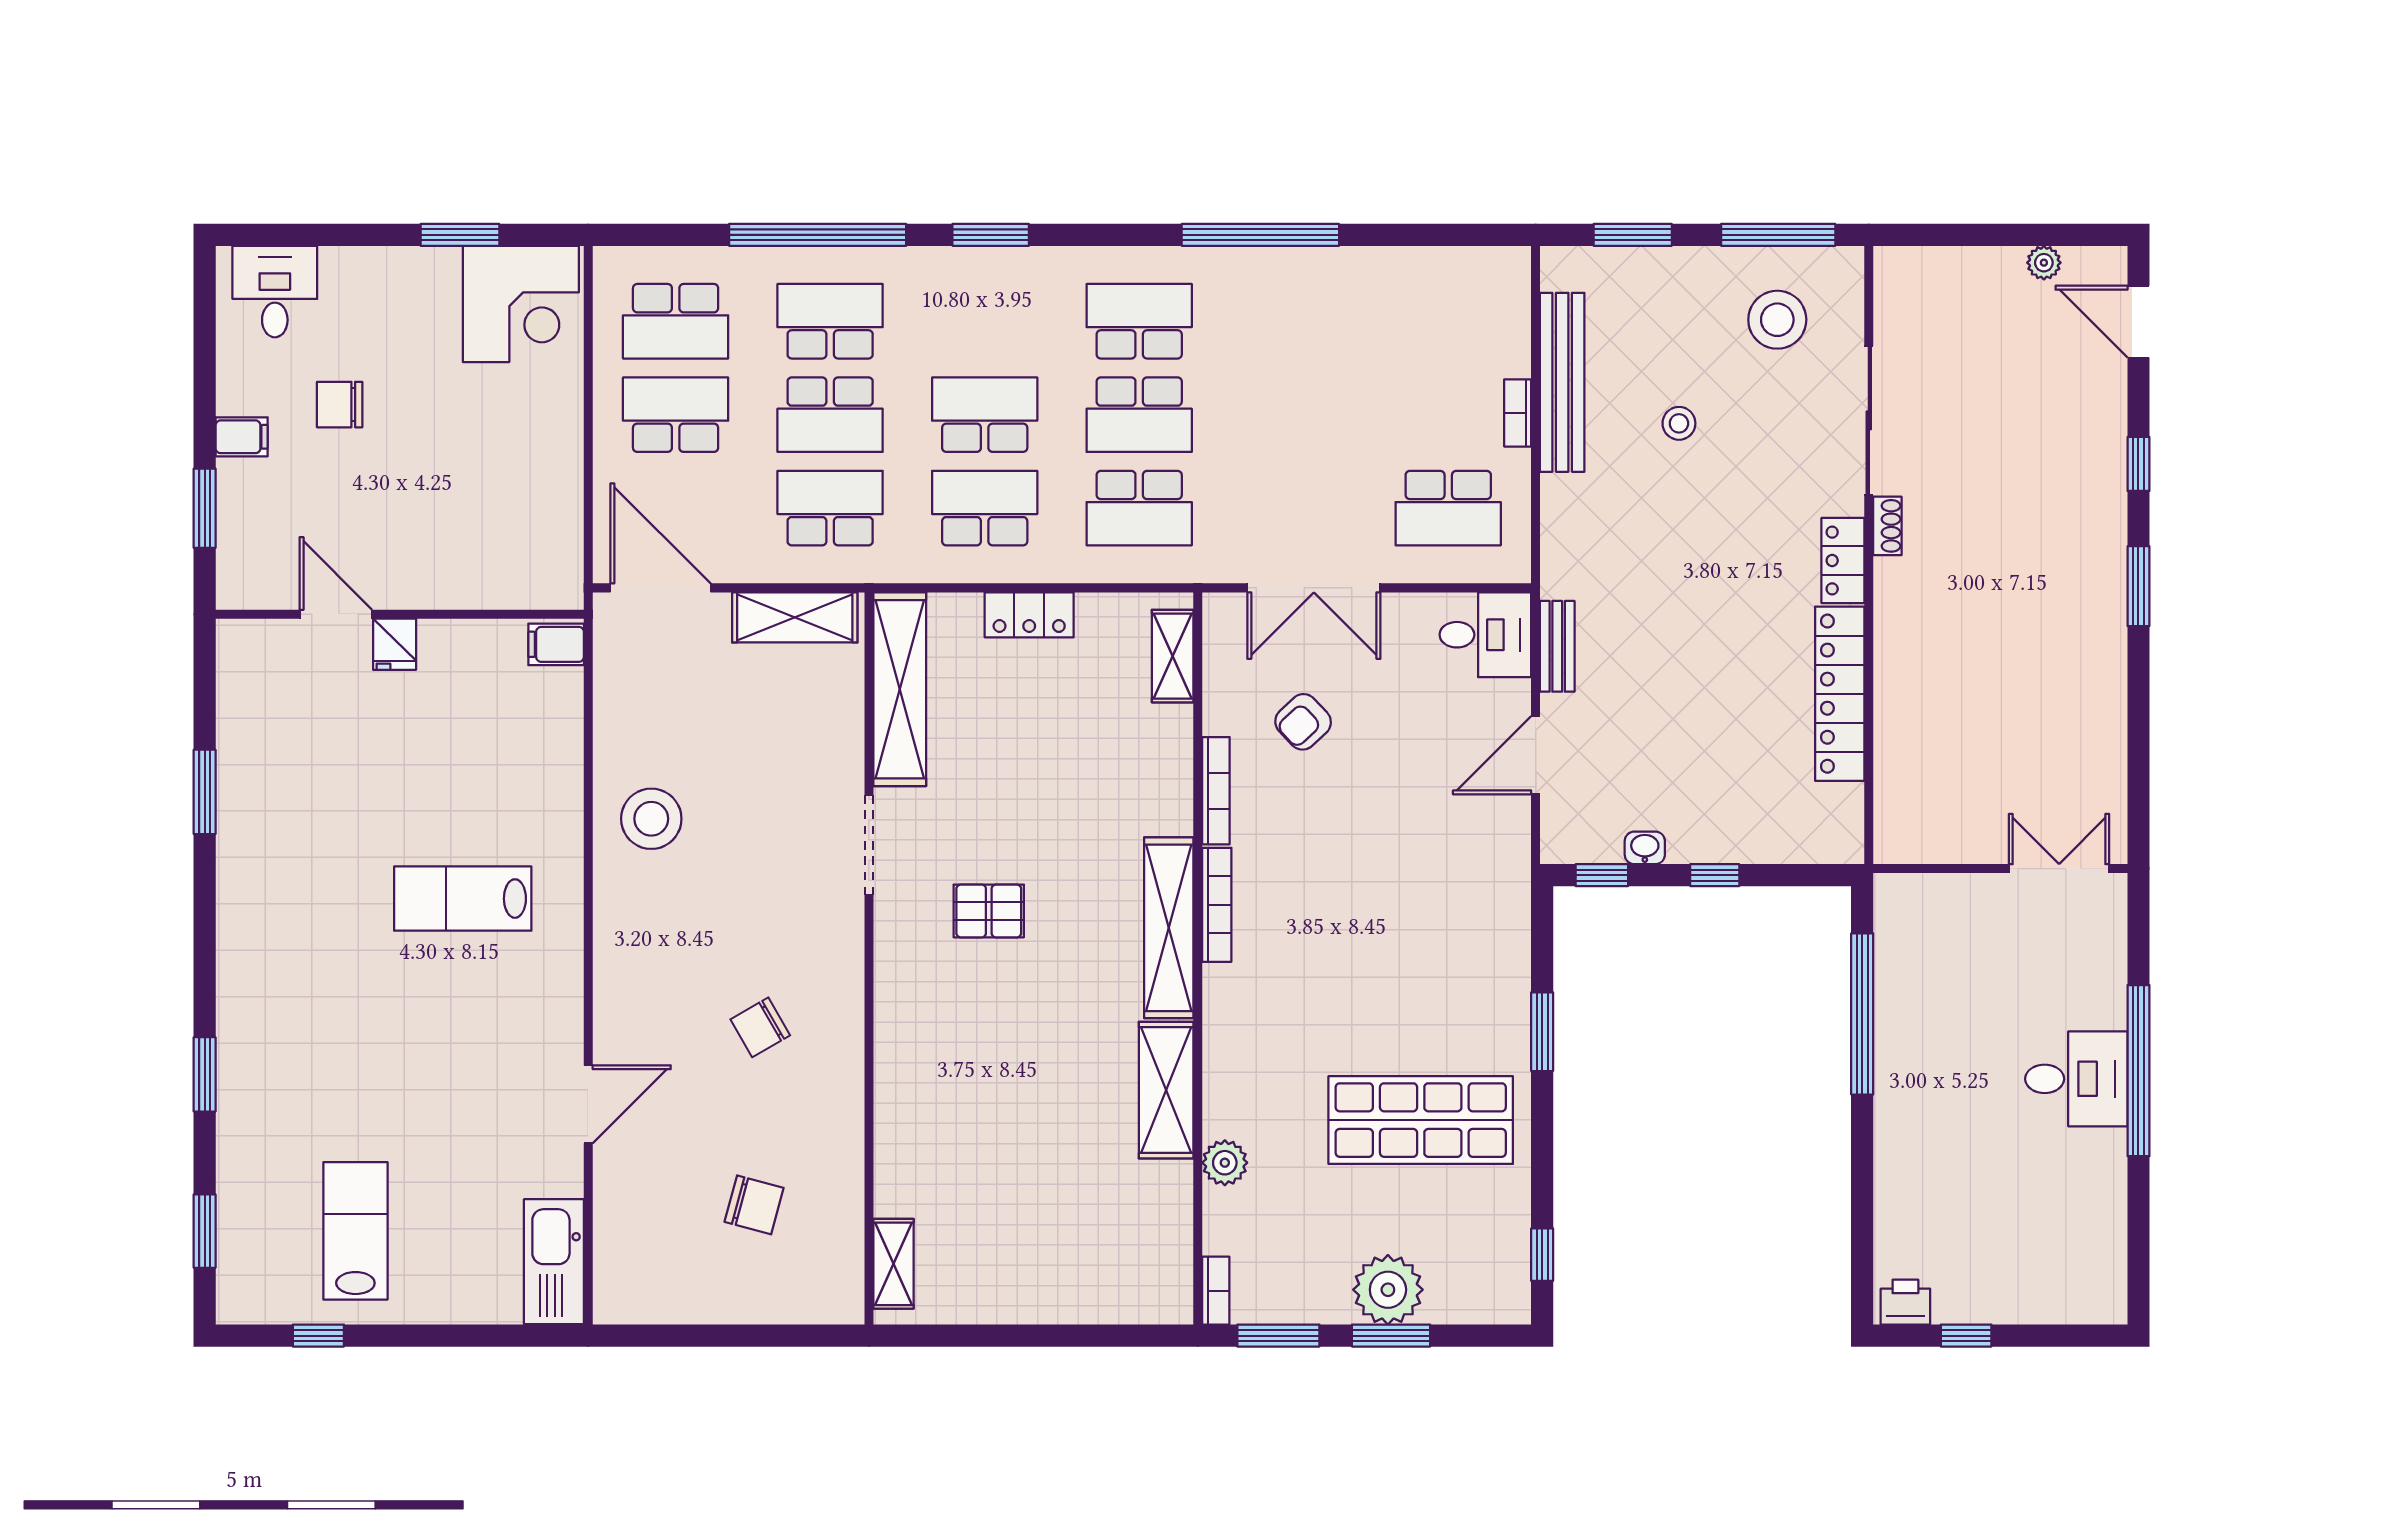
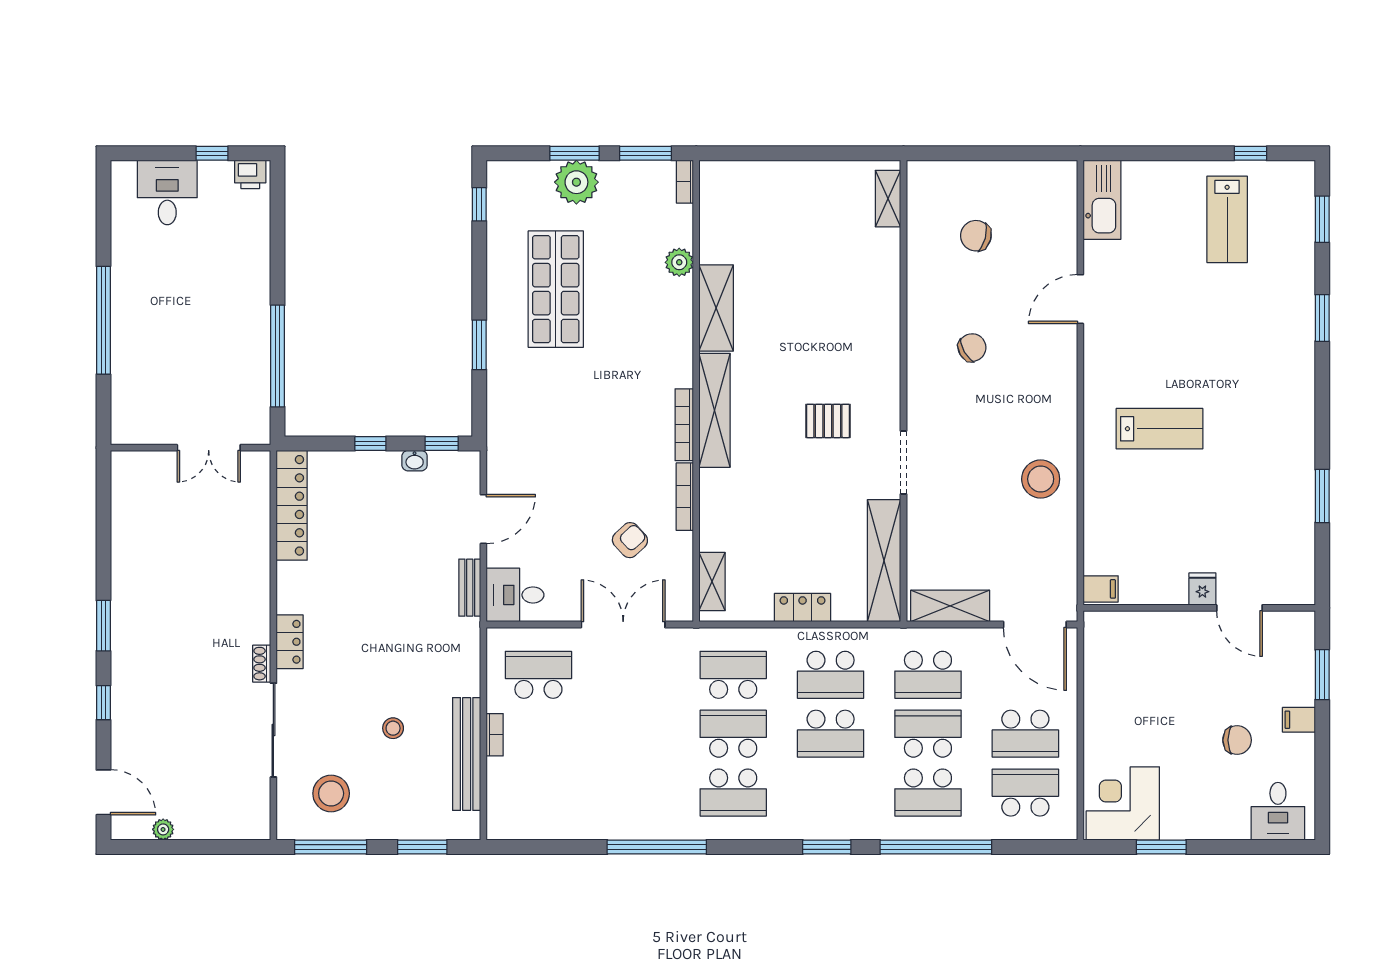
locker: (1840, 694) -> (292, 505), moved
double door: (2059, 869) -> (209, 448), moved
desk: (2076, 1079) -> (167, 192), moved, turned 90
shop shelf: (1421, 1120) -> (556, 289), turned 90

